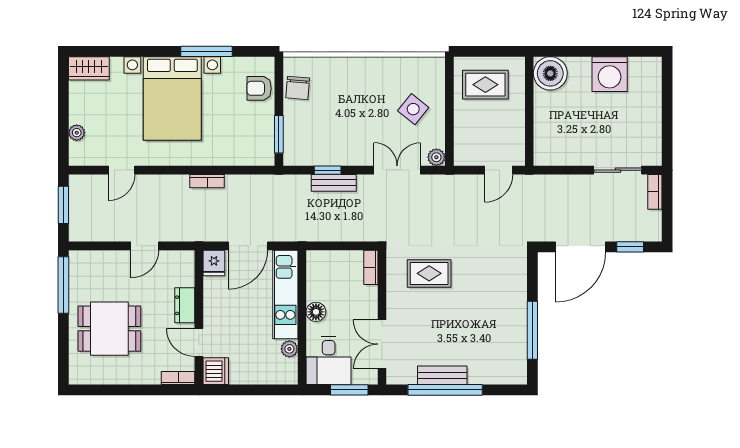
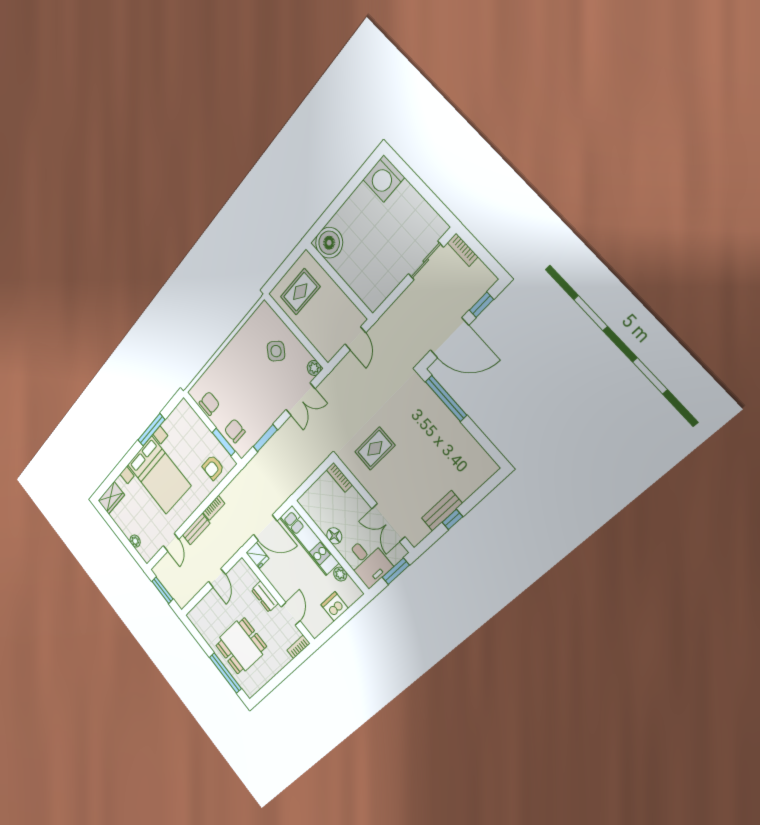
washing machine: (610, 74) -> (384, 178), moved, turned 90
armchair: (259, 88) -> (213, 467), moved
chair: (298, 88) -> (209, 404), turned -95
chair: (301, 136) -> (235, 431), added
window: (328, 170) -> (265, 438), width x1.50
double door: (397, 170) -> (300, 399), swing flipped
bench: (334, 183) -> (196, 529), moved
door: (248, 246) -> (265, 528), hinge flipped
door: (580, 247) -> (450, 338), hinge flipped
window: (63, 285) -> (225, 673), moved
window: (532, 330) -> (446, 398), moved
door: (199, 343) -> (291, 614), swing flipped
dishwasher: (216, 371) -> (335, 606), moved, turned -90
window: (445, 390) -> (452, 519), width x0.32

